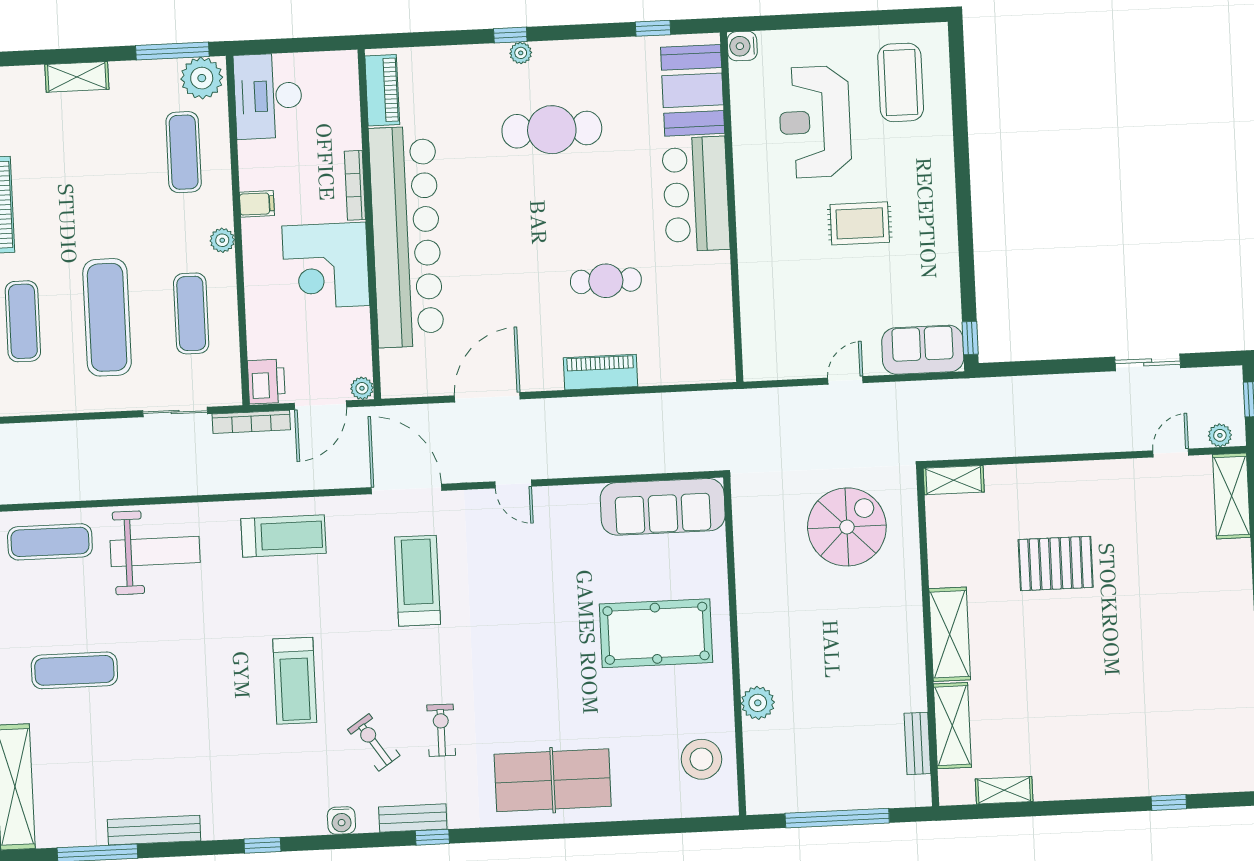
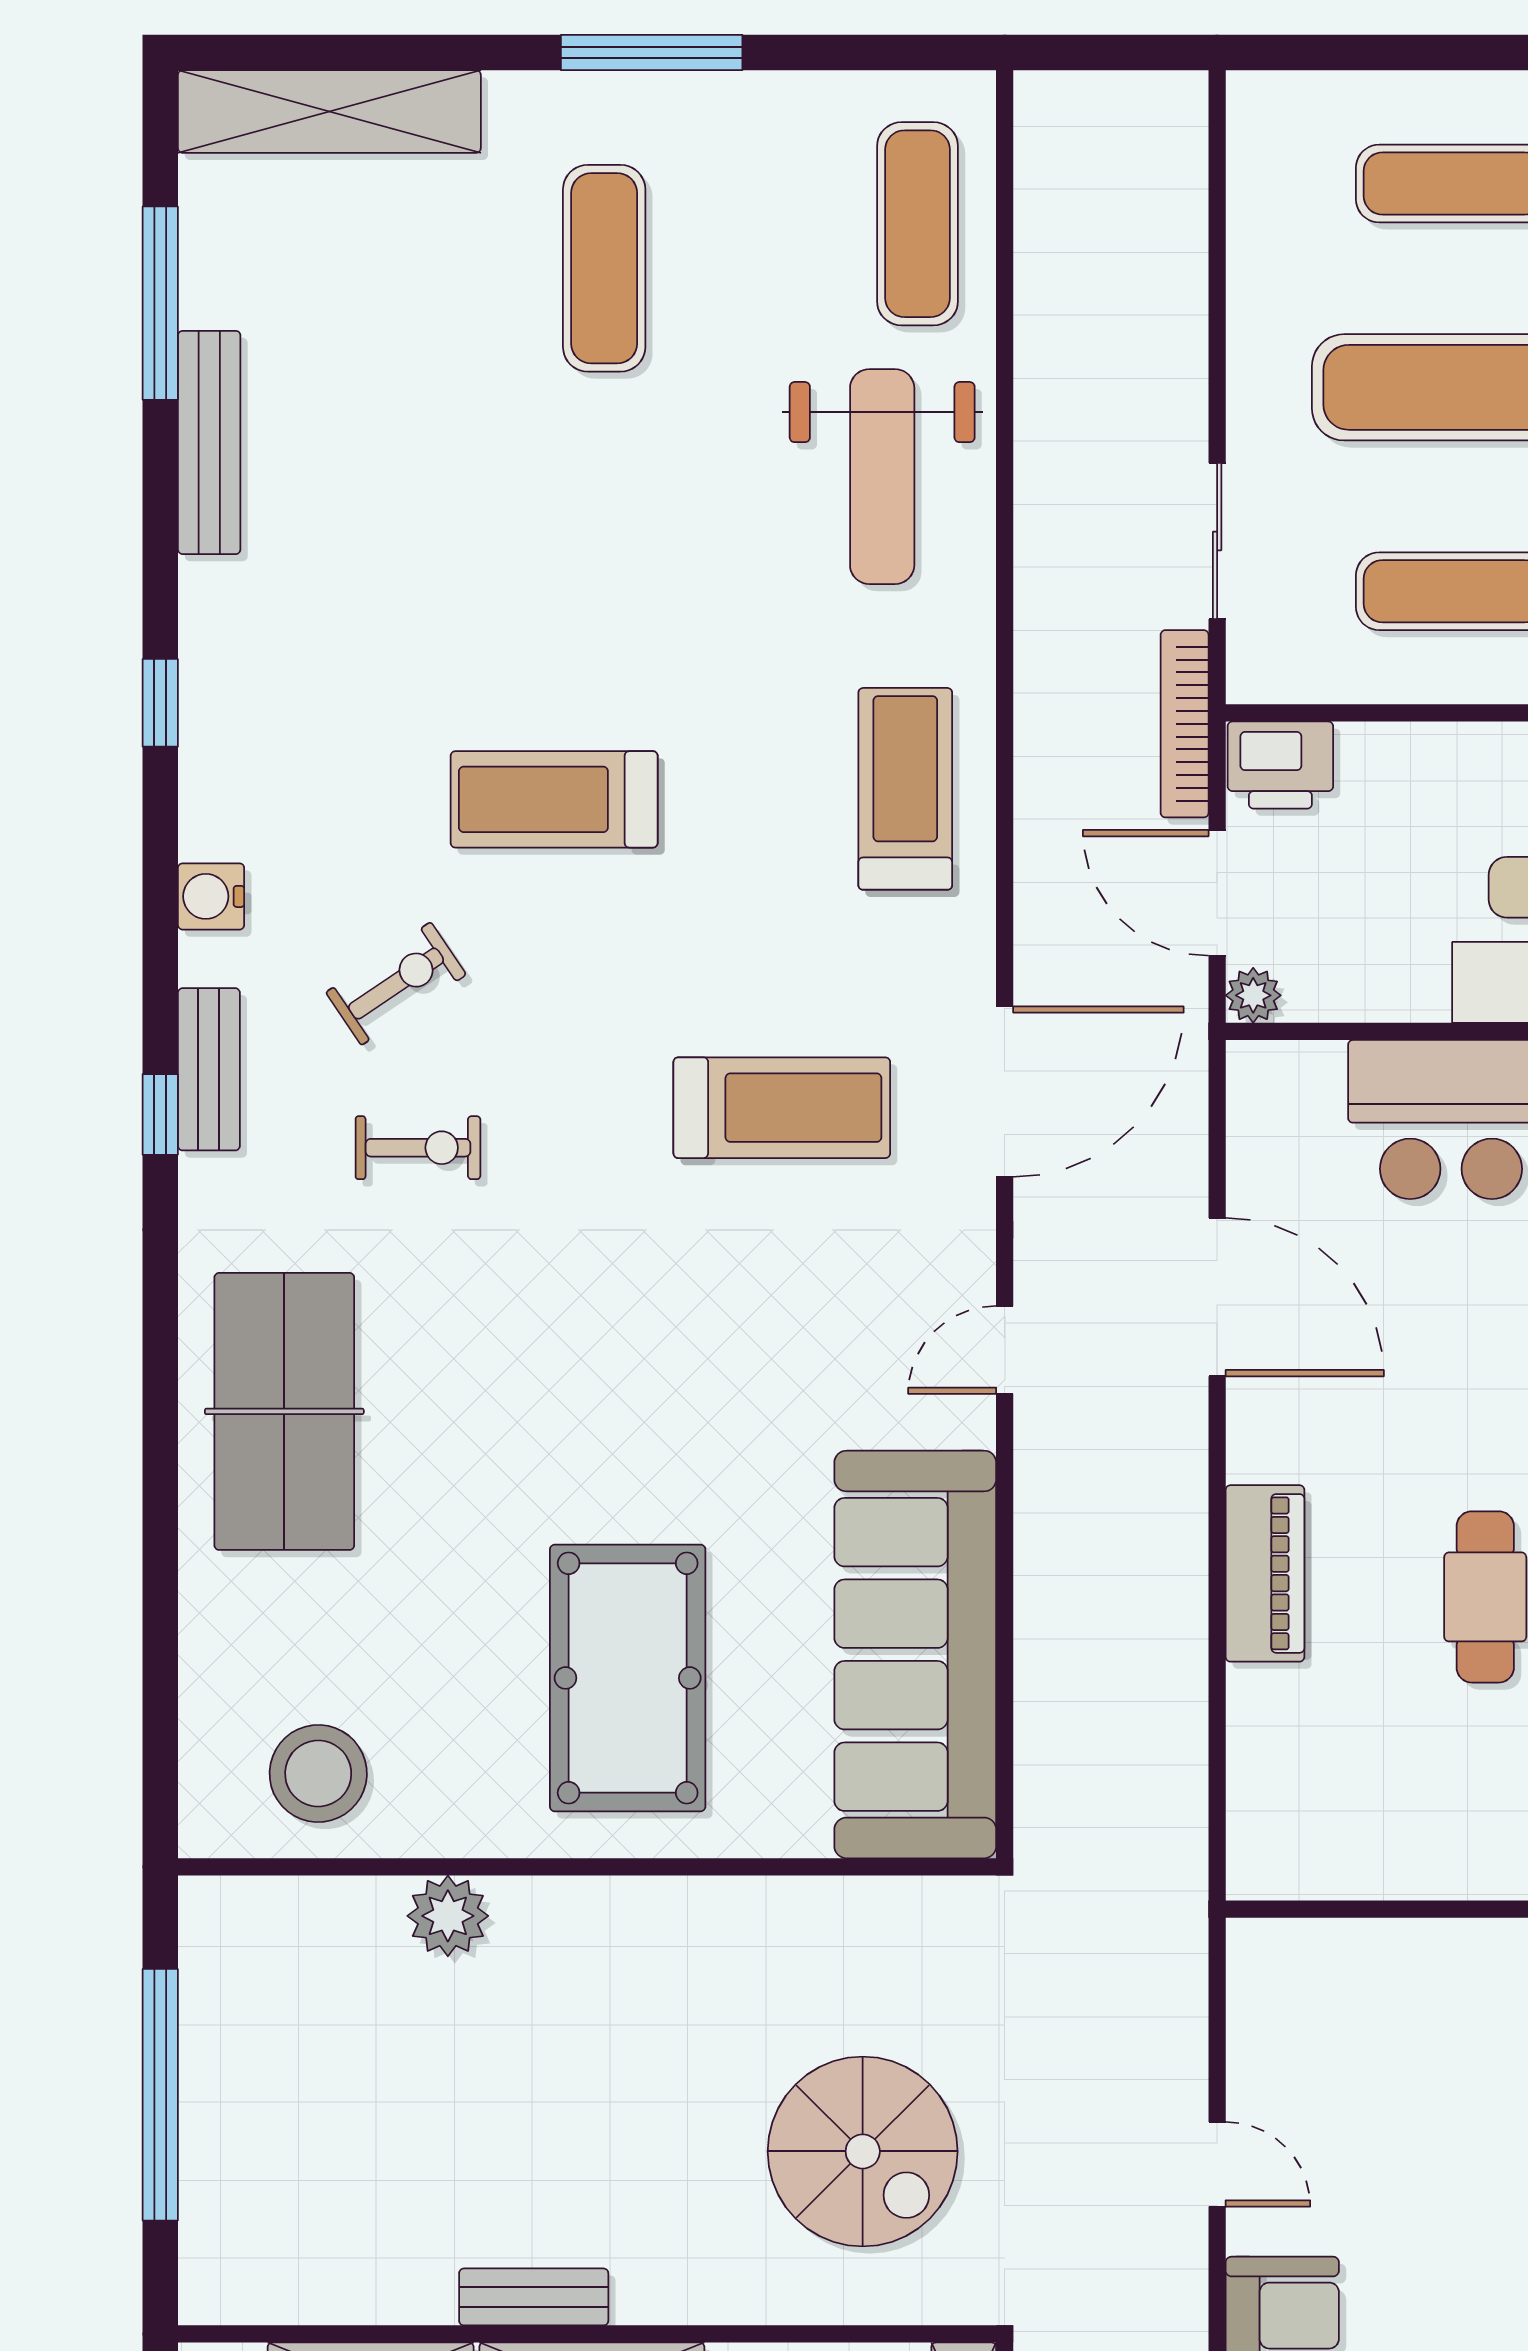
sofa: (663, 507) -> (915, 1654), width x1.36, depth x1.27
treadmill: (284, 536) -> (905, 789), turned 180
bench: (917, 743) -> (534, 2297), moved

